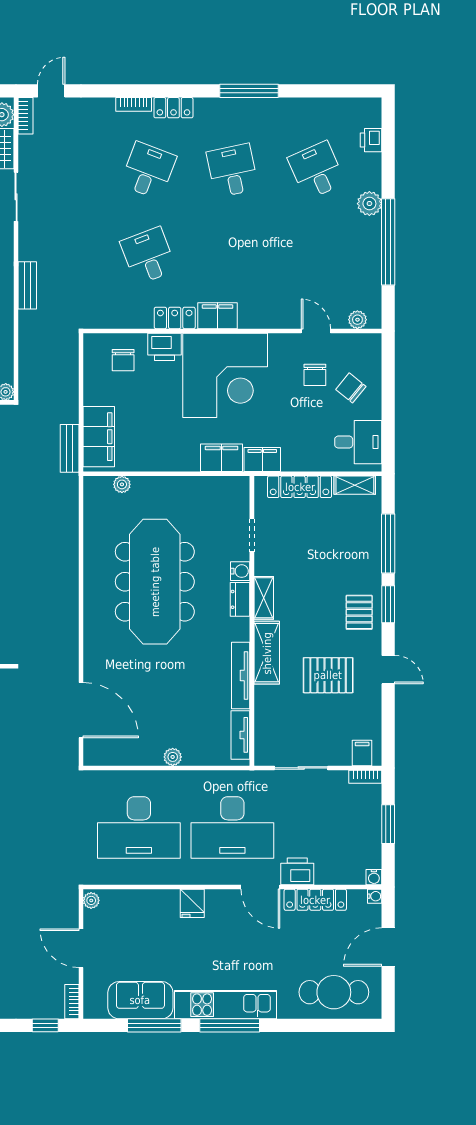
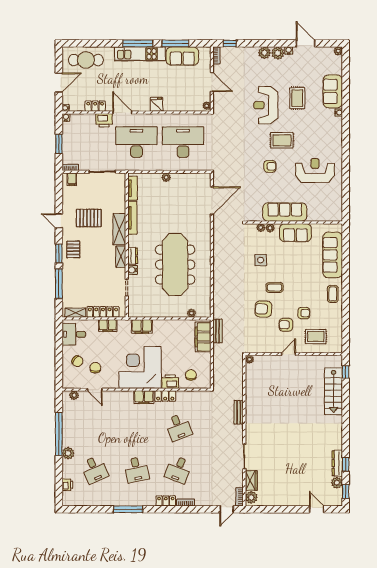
filing cabinet: (262, 459) -> (108, 326), moved
door: (81, 710) -> (212, 201), swing flipped
locker: (315, 900) -> (95, 106), width x0.66

